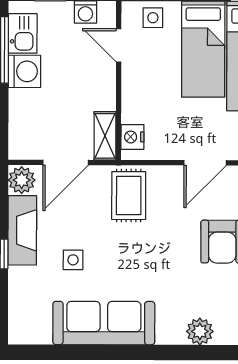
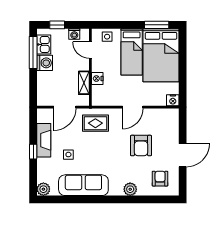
shelving: (105, 136) -> (84, 83), moved
nightstand: (132, 137) -> (97, 79), moved
plant: (22, 180) -> (43, 189), moved
rug: (129, 196) -> (95, 123), turned 90

